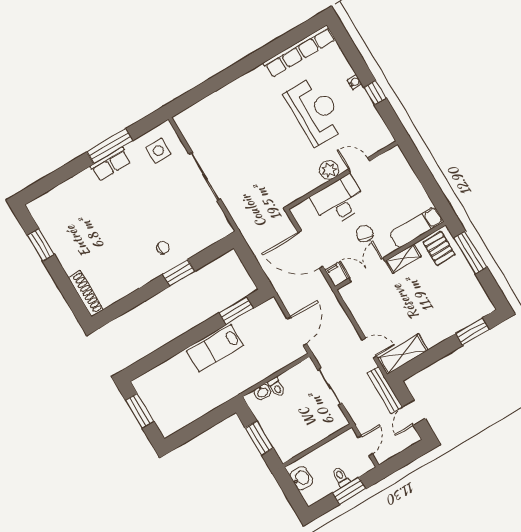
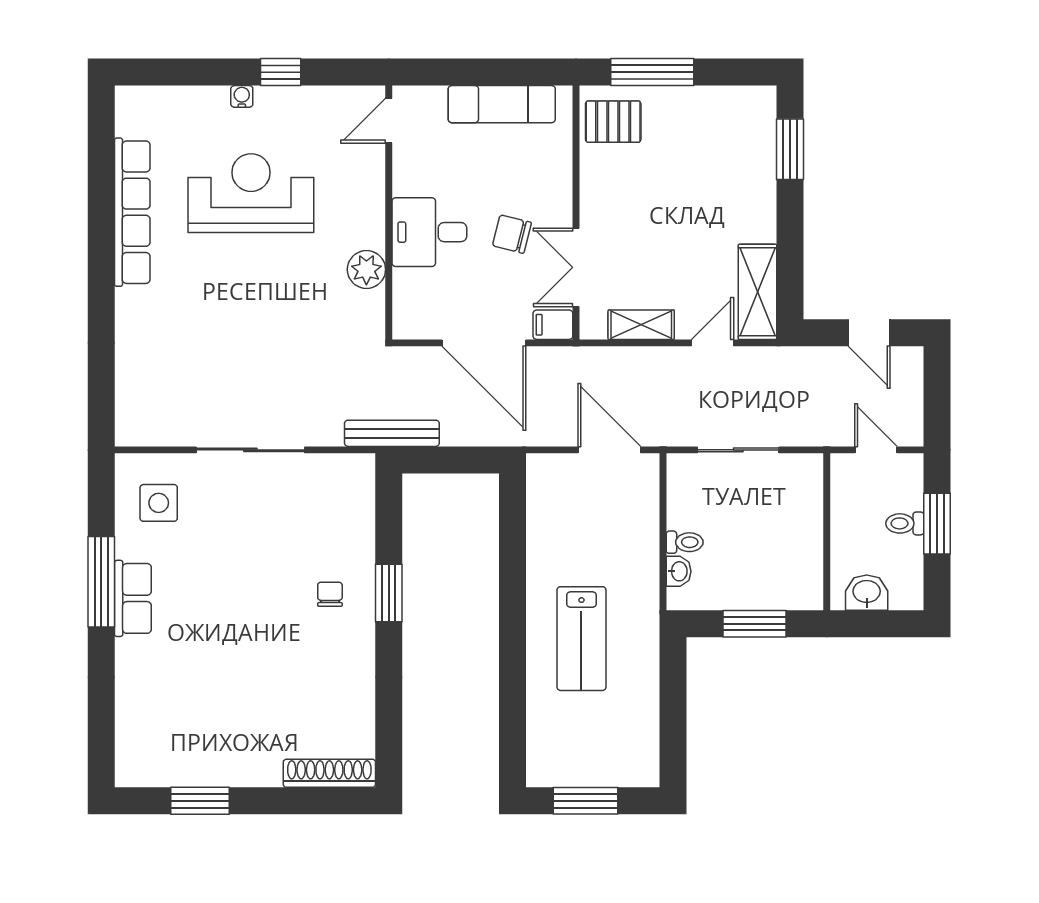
row of seats: (299, 51) -> (132, 212), moved
door: (359, 165) -> (389, 121), moved
plant: (329, 170) -> (366, 270), moved
desk: (339, 201) -> (429, 232), width x0.73
exam couch: (416, 227) -> (502, 104), moved, turned -90
door: (311, 250) -> (484, 343), hinge flipped
shelving: (403, 259) -> (641, 325), moved, turned 90
window: (236, 311) -> (512, 533), removed
lab bench: (215, 348) -> (581, 639), moved
bench: (385, 390) -> (392, 433), moved

